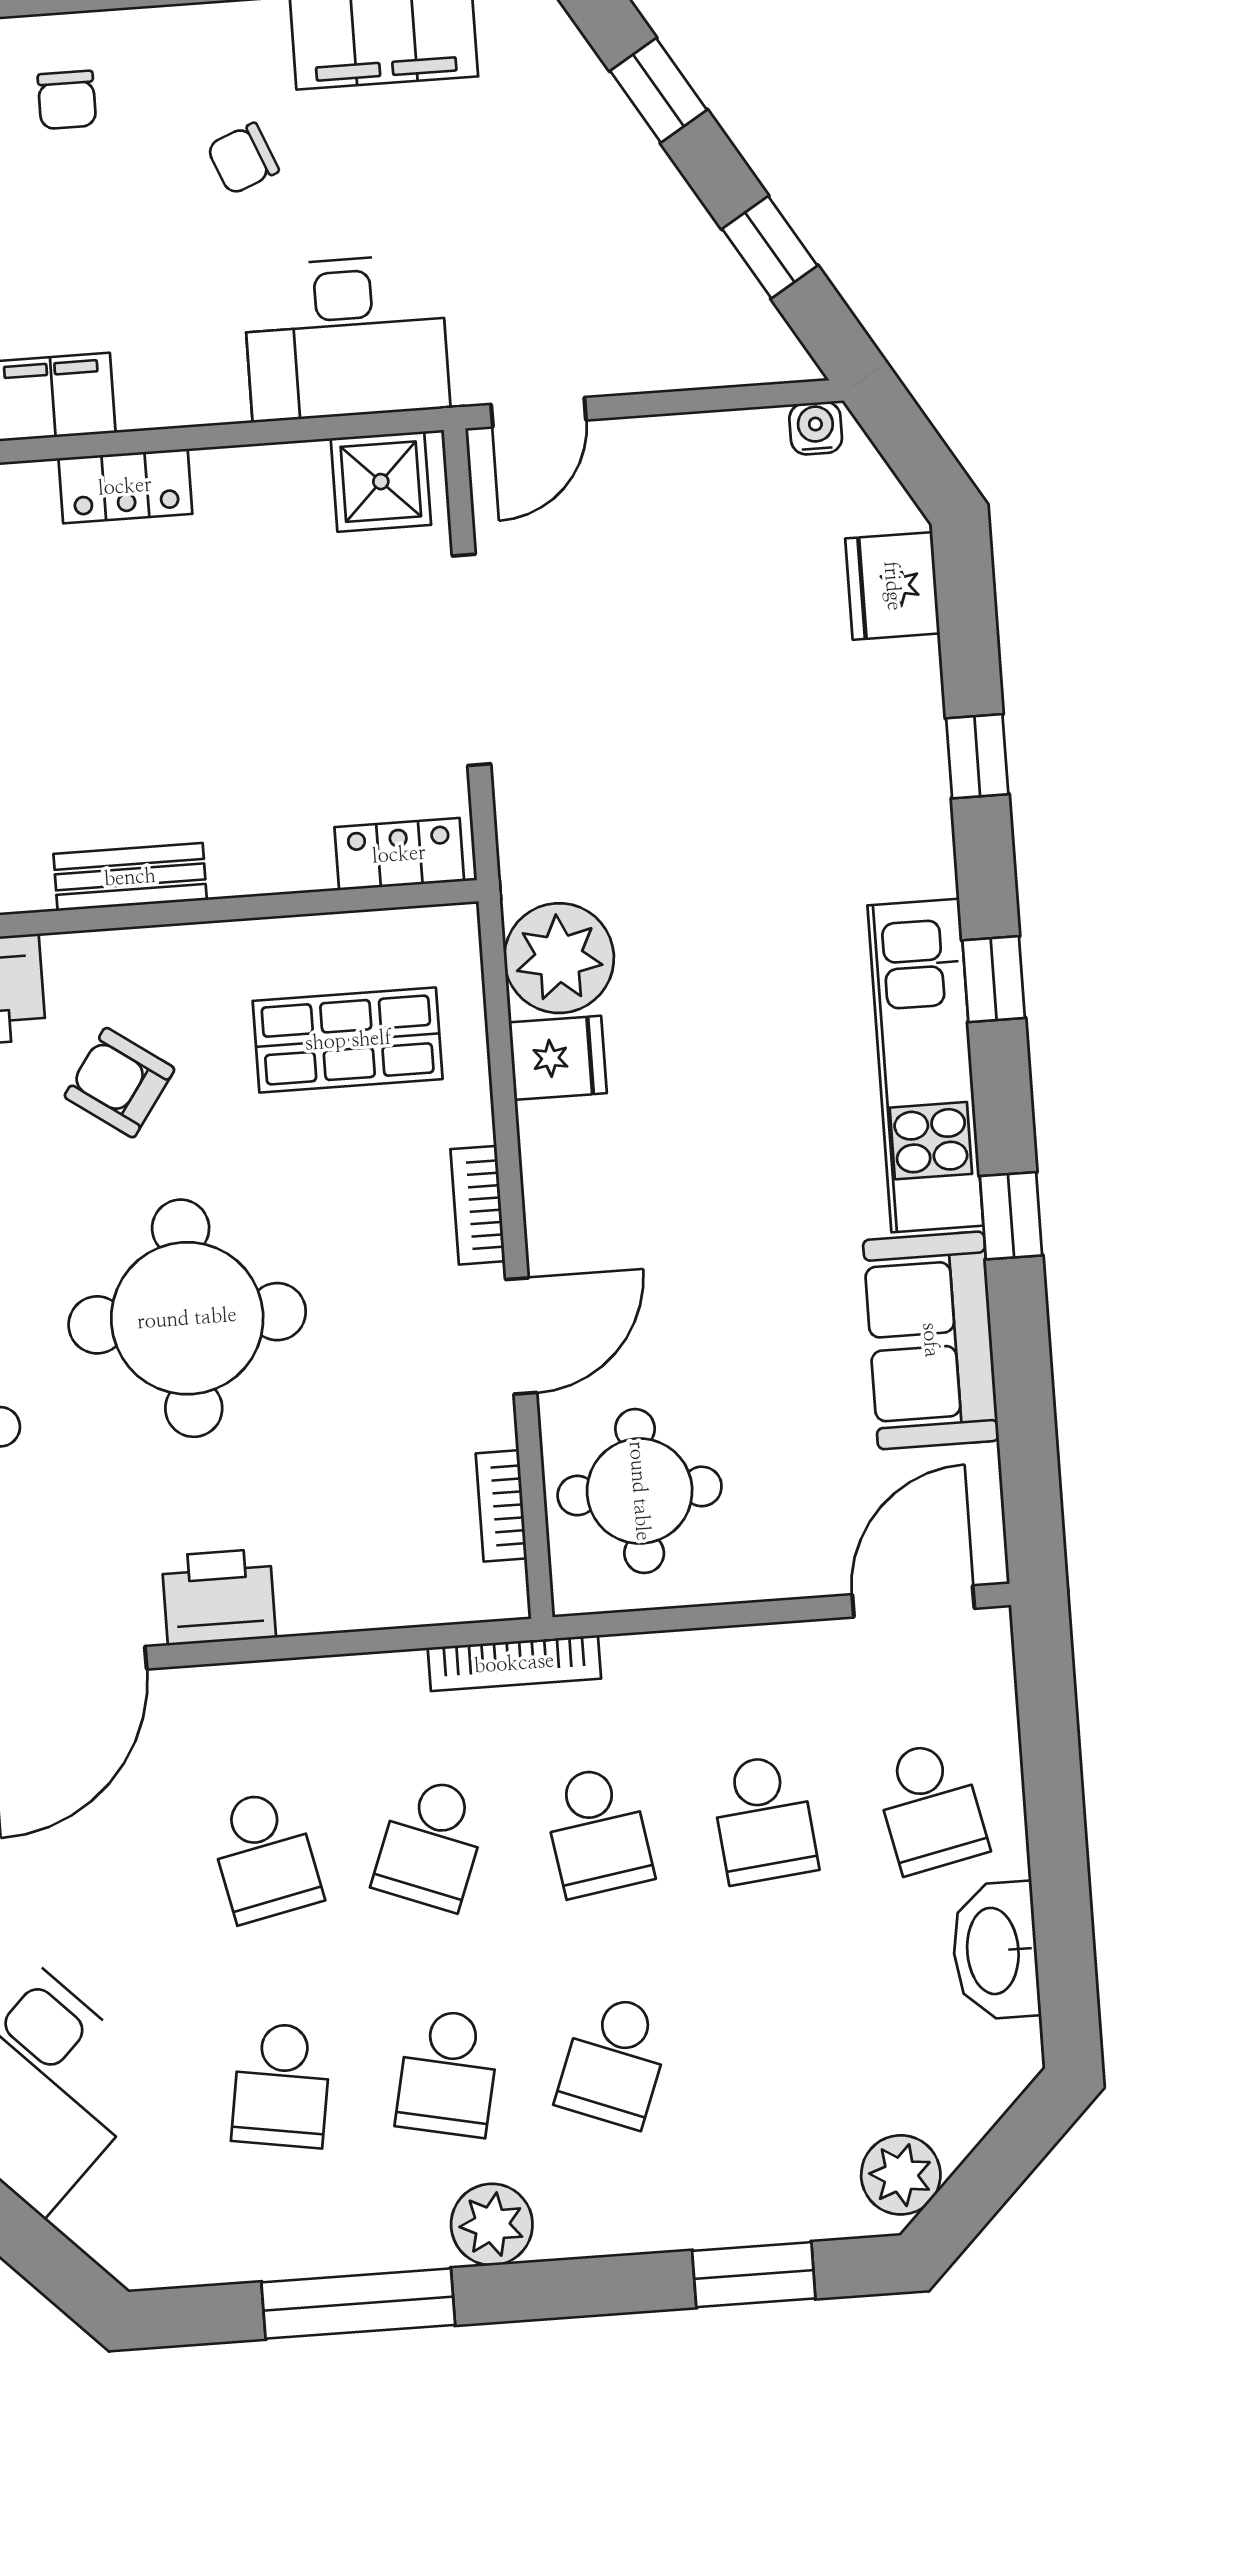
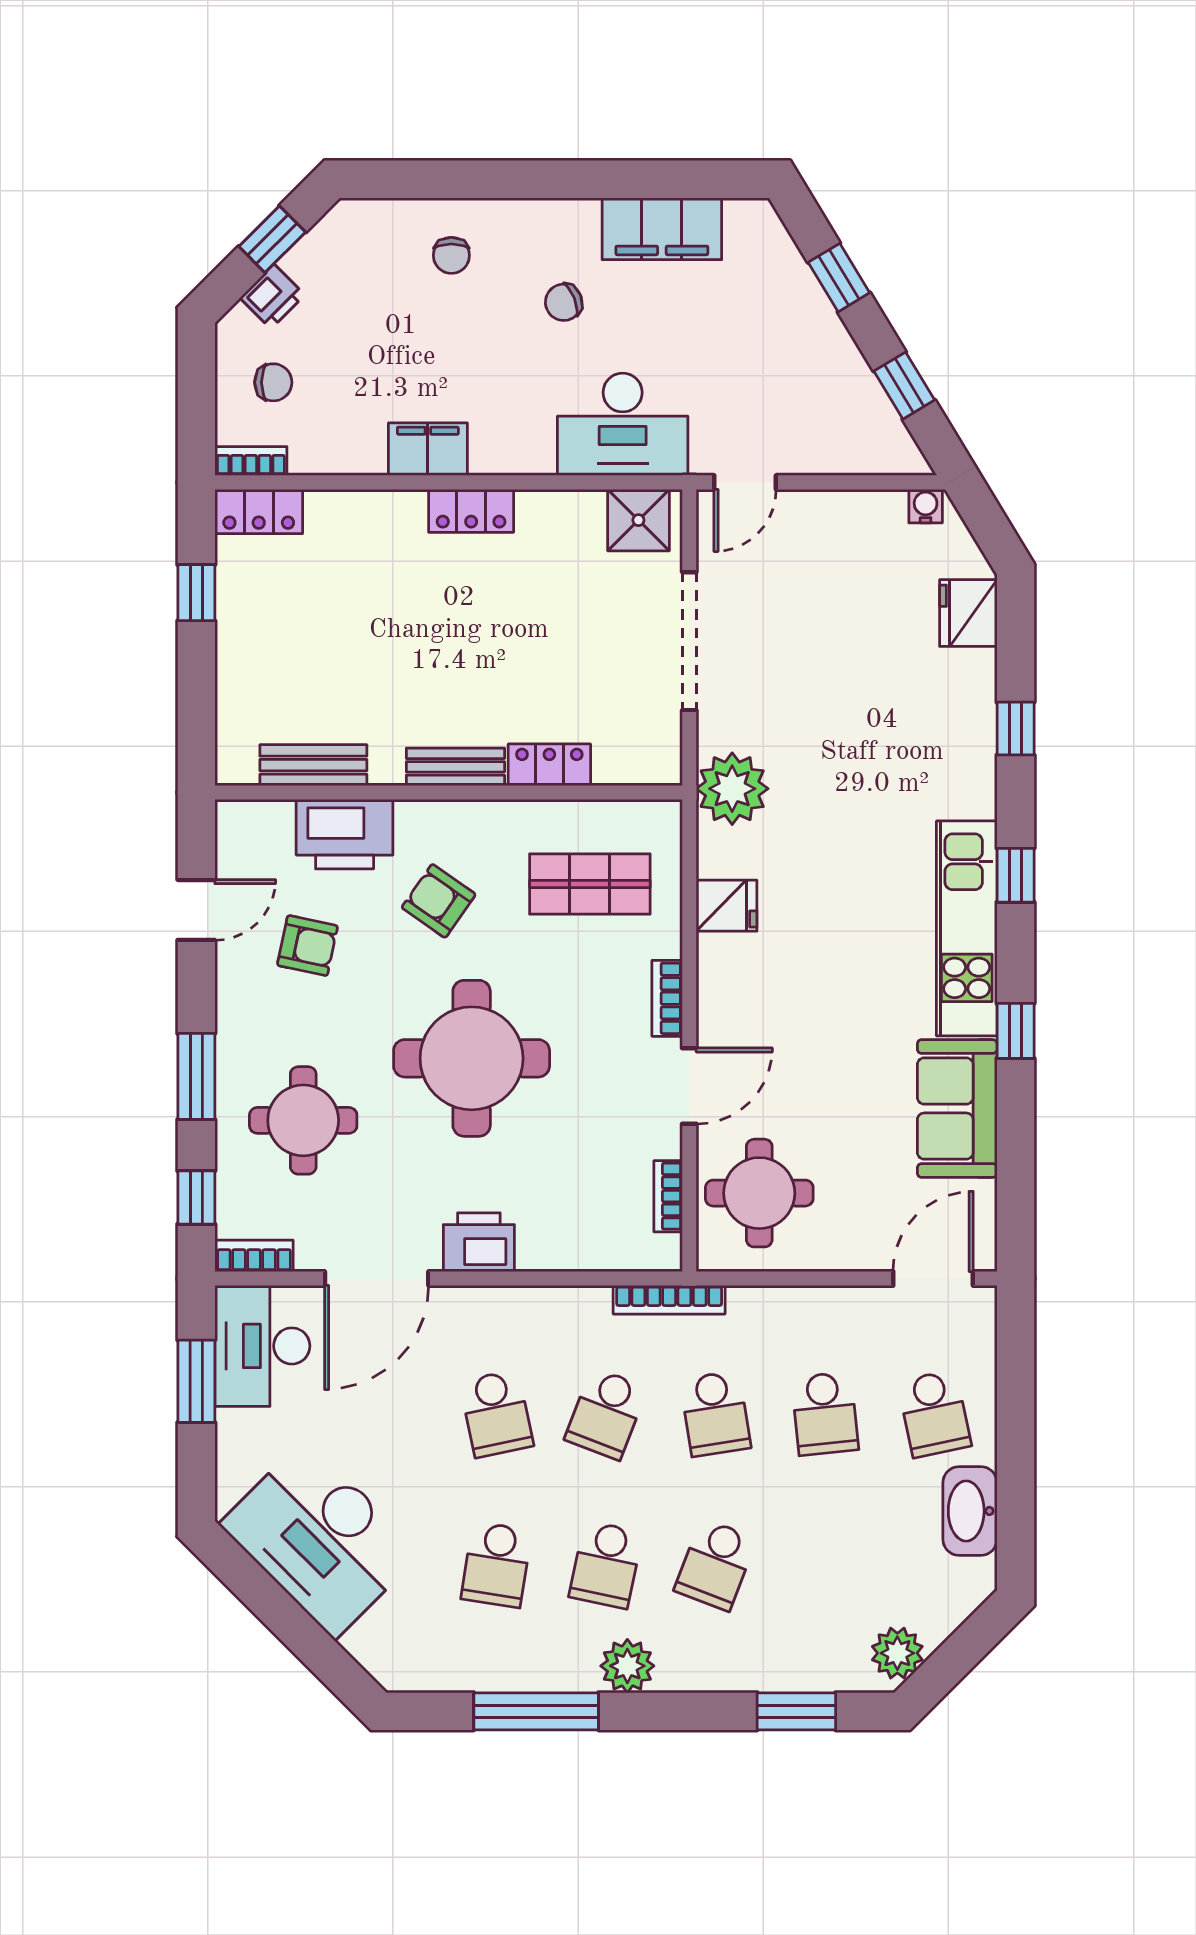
locker: (399, 854) -> (549, 765), moved
plant: (559, 958) -> (732, 789), moved

